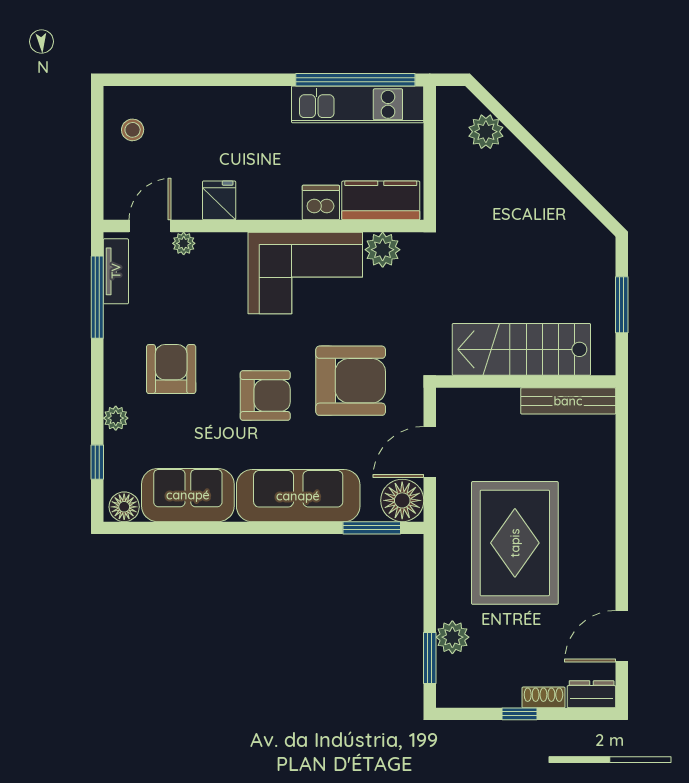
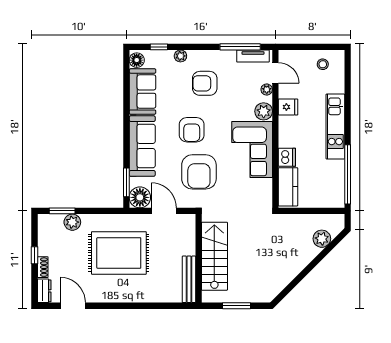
kitchen unit: (358, 104) -> (335, 127), moved
plant: (383, 250) -> (264, 111), moved
armchair: (171, 369) -> (205, 83), turned 180

